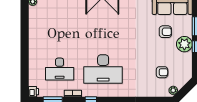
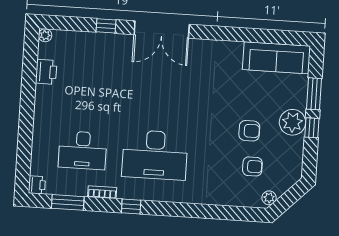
printer: (35, 23) -> (46, 72), added
armchair: (165, 32) -> (249, 131), moved

